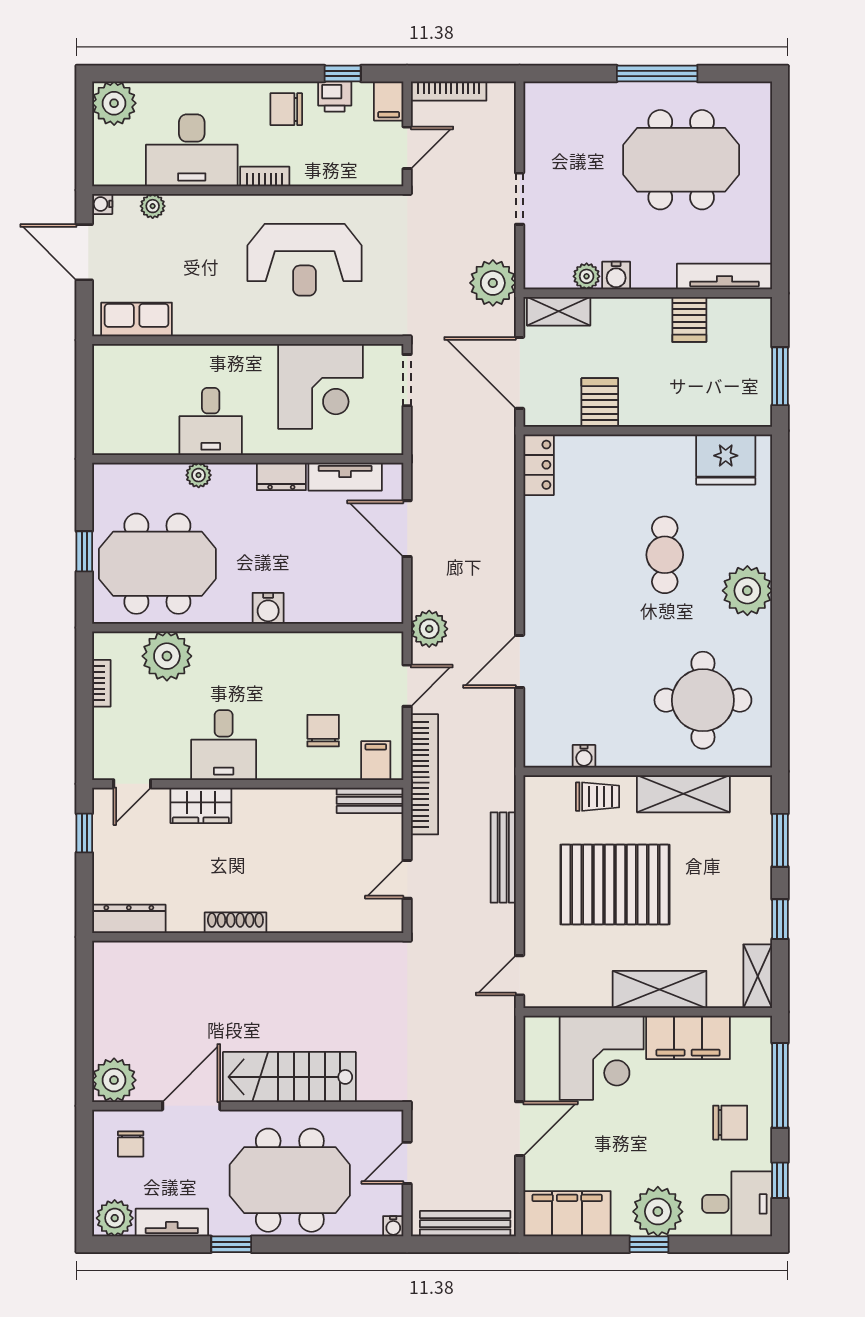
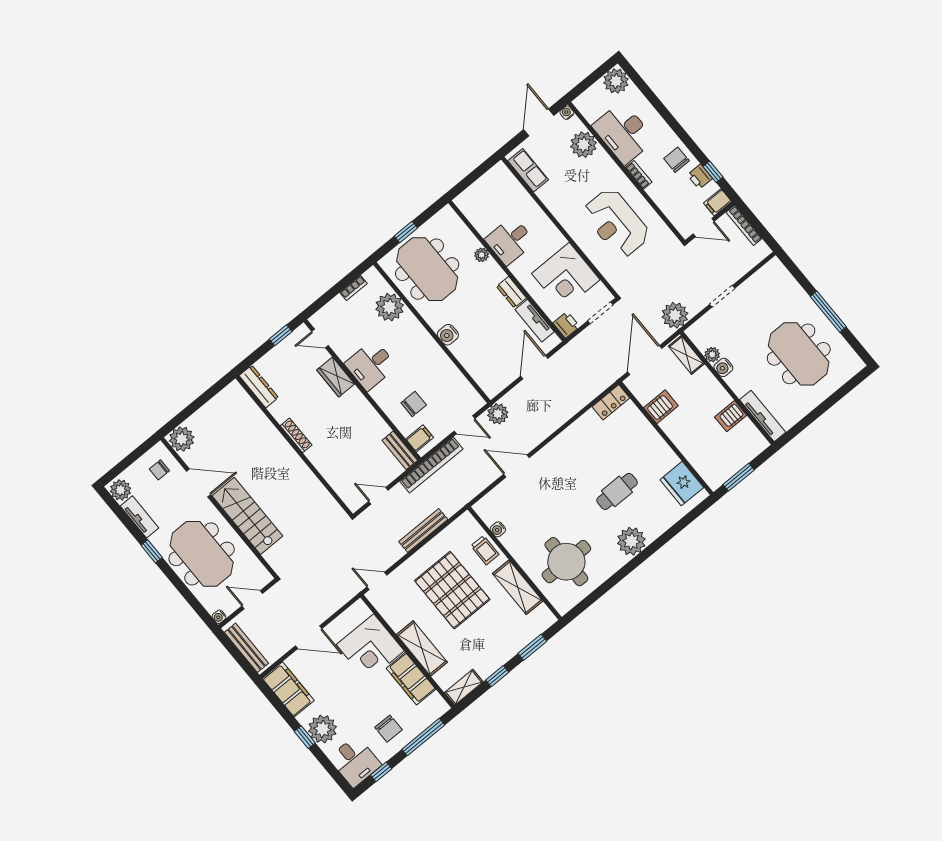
plant: (153, 206) -> (584, 145), width x1.88, depth x1.88
printer: (386, 439) -> (566, 325), added

